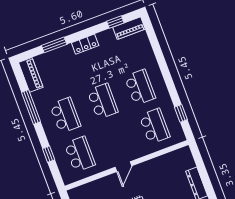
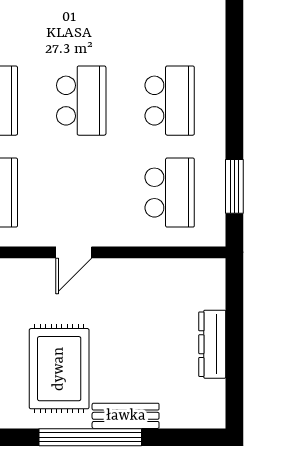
window: (181, 113) -> (234, 186), width x1.50

